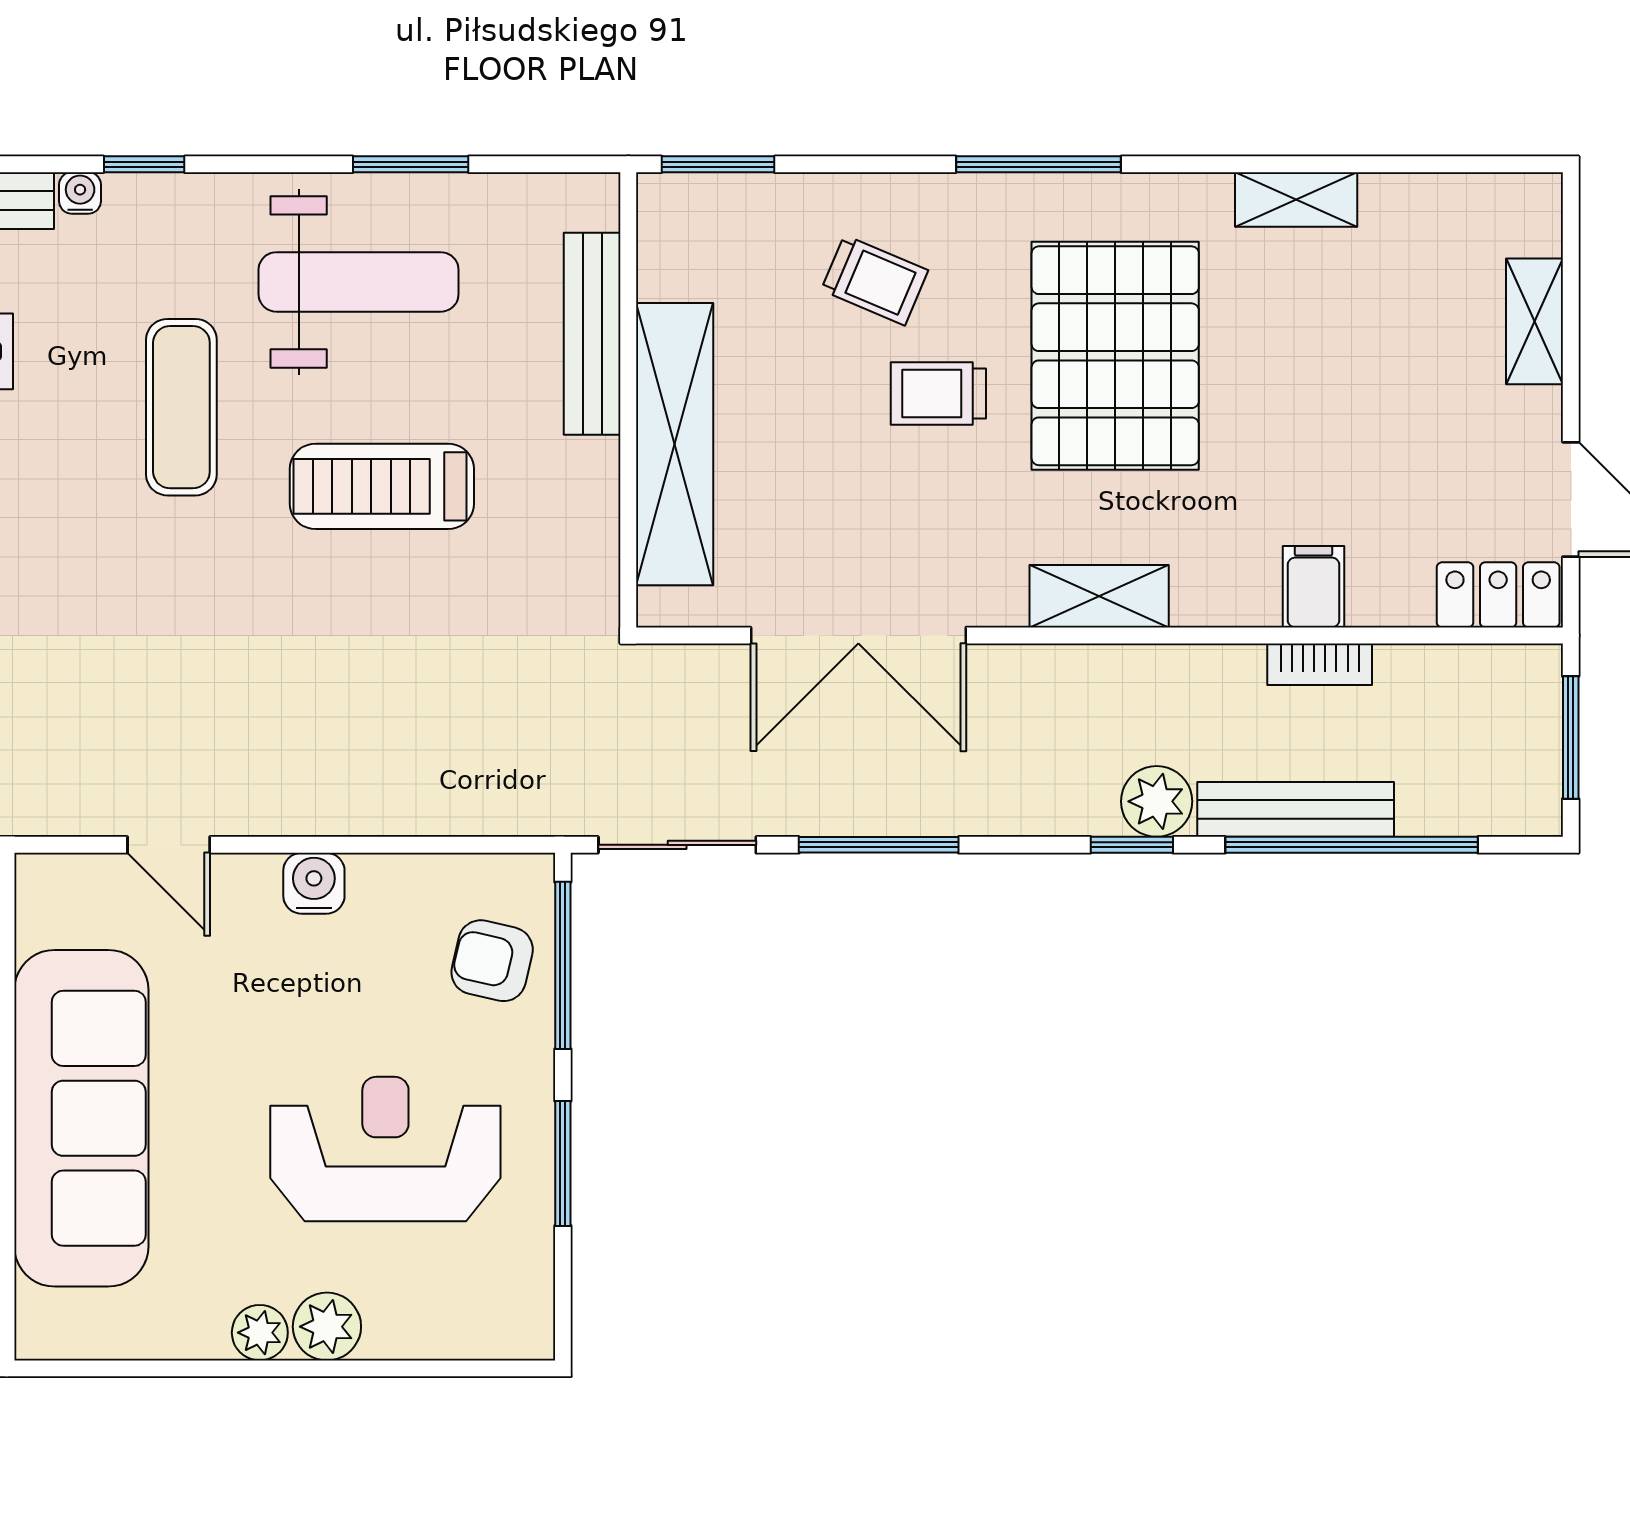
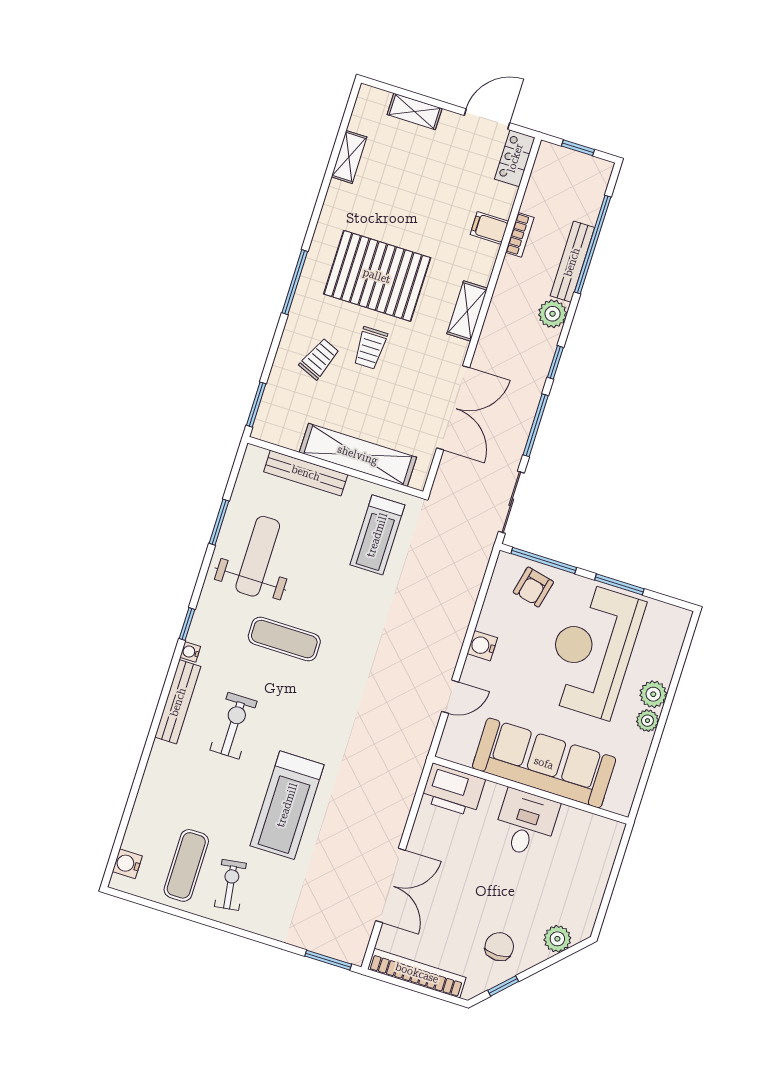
shelving: (1296, 200) -> (349, 157), moved
treadmill: (382, 486) -> (377, 535), moved
window: (1571, 738) -> (578, 148), width x0.67
window: (1132, 845) -> (555, 362), moved
reception desk: (385, 1149) -> (592, 650), width x1.36, depth x1.30

